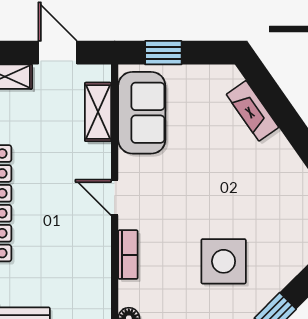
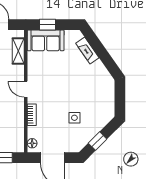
sofa: (142, 113) -> (46, 40), moved, turned 90
side table: (224, 261) -> (74, 118), width x0.54, depth x0.54

